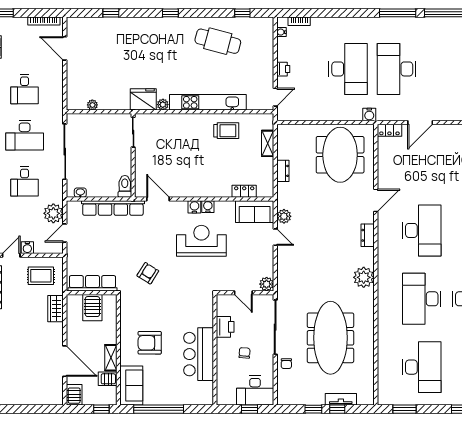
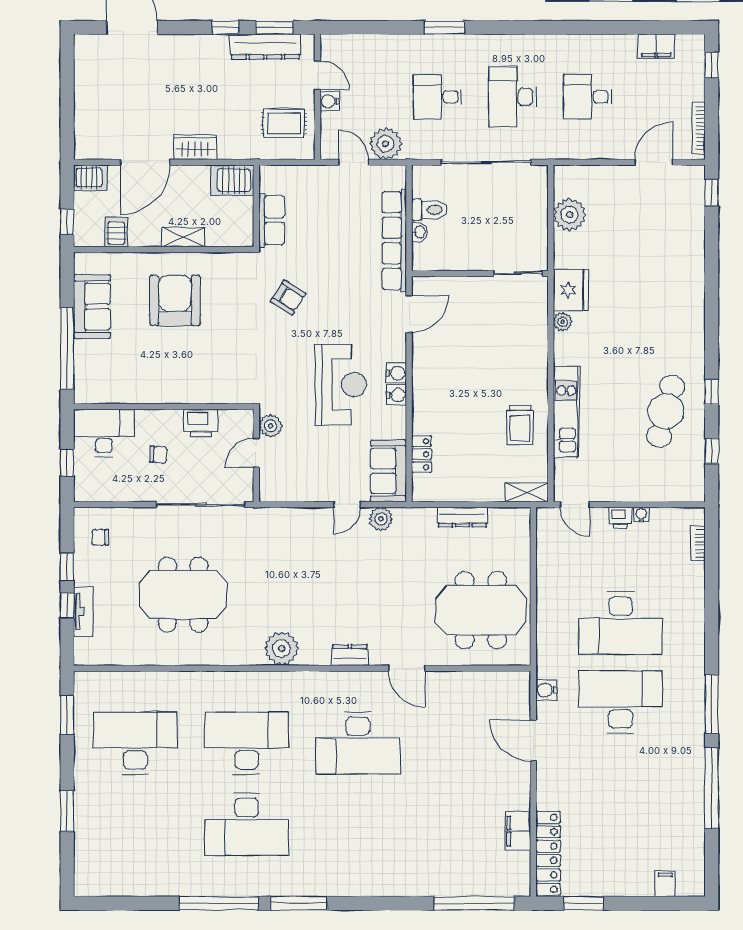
window: (111, 13) -> (712, 193), moved
window: (170, 13) -> (712, 392), moved
water cooler: (281, 32) -> (641, 515), moved
kitchen unit: (208, 102) -> (566, 412), width x0.73
plant: (92, 105) -> (570, 215), width x1.87, depth x1.87
water cooler: (369, 115) -> (546, 690), moved
locker: (389, 130) -> (521, 691), removed
shelving: (268, 143) -> (527, 492), moved
dresser: (283, 171) -> (462, 517), width x1.44
toilet: (125, 186) -> (430, 210), moved
washbasin: (80, 193) -> (419, 232), moved
rug: (41, 276) -> (284, 123), turned 90
row of seats: (92, 283) -> (272, 220), width x0.68
plant: (267, 284) -> (270, 426), moved
server rack: (92, 308) -> (232, 180), moved
wardrobe: (56, 309) -> (195, 147), moved
meeting table: (330, 338) -> (183, 595), width x0.73
armchair: (150, 343) -> (175, 300), width x1.36, depth x1.36
bar counter: (199, 354) -> (157, 380), removed
shelving: (111, 358) -> (183, 237), moved
chair: (286, 364) -> (100, 537), moved
desk: (422, 367) -> (135, 743), turned 180
sofa: (131, 385) -> (92, 307), moved, turned -90
desk: (255, 391) -> (104, 433), moved, turned 90
window: (159, 409) -> (67, 349), moved

